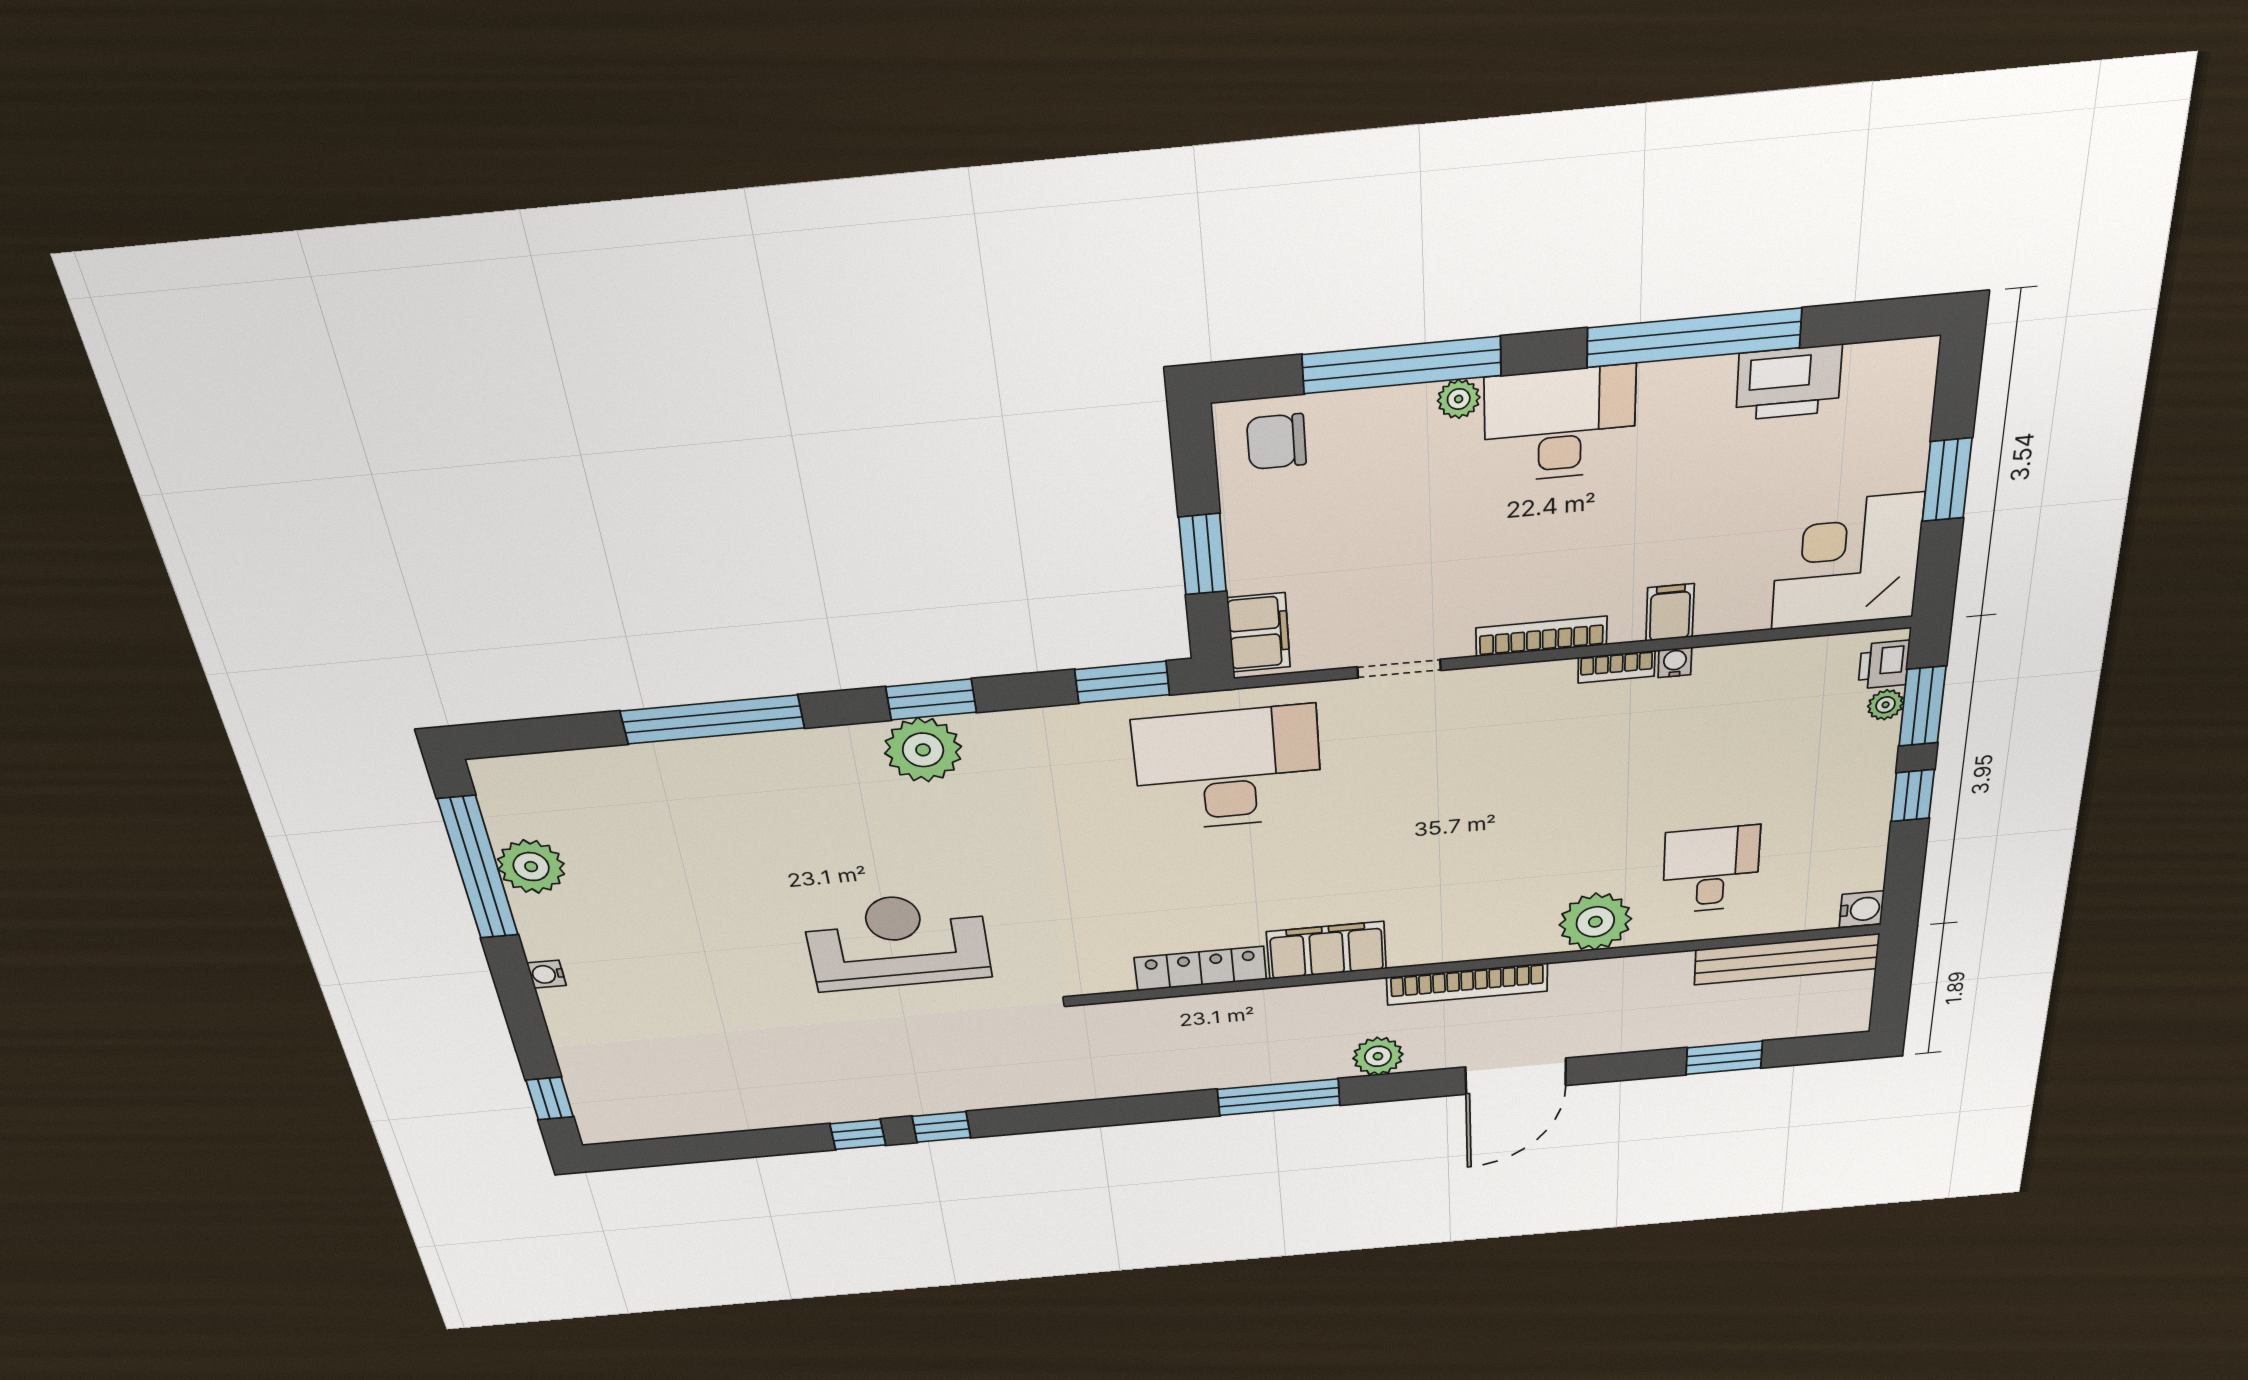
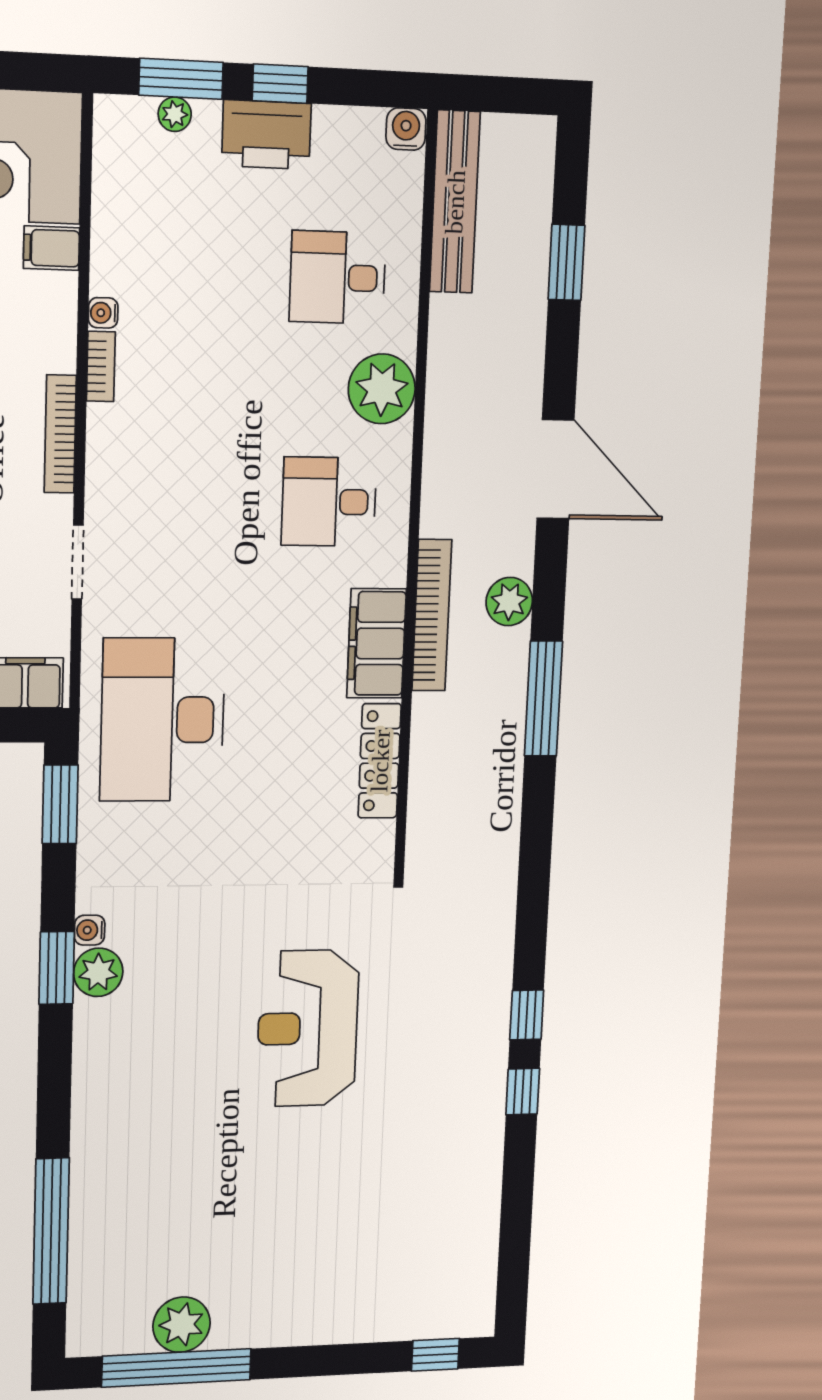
filing cabinet: (1670, 612) -> (51, 248), moved
printer: (1884, 665) -> (266, 135), moved, width x1.87, depth x1.48
window: (712, 719) -> (51, 1231), moved
plant: (923, 750) -> (98, 972), width x0.73, depth x0.73
desk: (1475, 891) -> (329, 502), added
water cooler: (547, 974) -> (90, 930), moved, turned 90
bookcase: (1467, 984) -> (432, 615), moved

